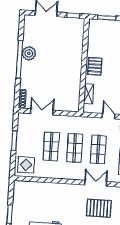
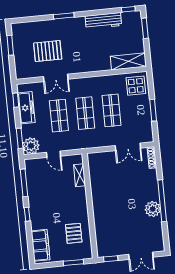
pallet: (95, 66) -> (74, 233), moved
shelving: (29, 187) -> (128, 61), added

